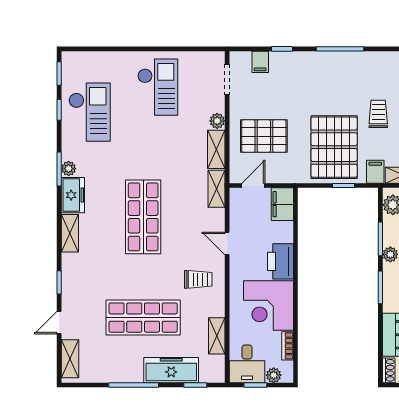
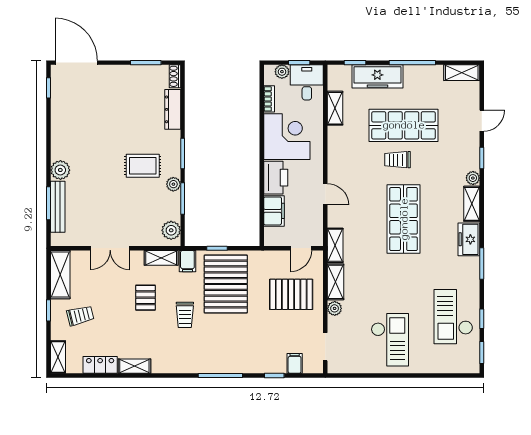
checkout: (158, 87) -> (390, 340), turned 180
plant: (69, 169) -> (473, 178), moved
filing cabinet: (282, 204) -> (274, 211), moved
trolley: (198, 279) -> (398, 160), moved
shelving: (70, 359) -> (462, 73), moved, turned 90

